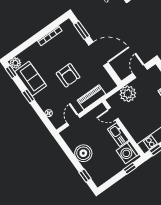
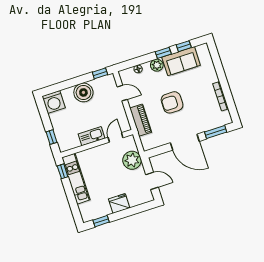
door: (98, 54) -> (185, 142), hinge flipped
plant: (15, 63) -> (157, 65), moved
window: (11, 72) -> (184, 46), moved
washing machine: (128, 152) -> (54, 102), moved, turned 180
window: (85, 176) -> (100, 73), moved

